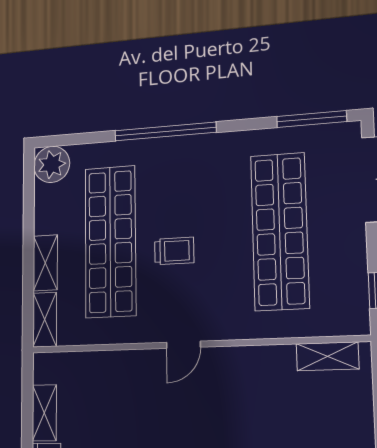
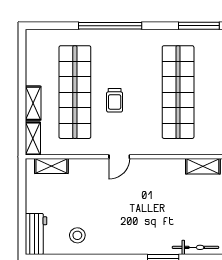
plant: (52, 164) -> (37, 41), removed
trolley: (174, 251) -> (115, 100), turned 90
shelving: (44, 413) -> (51, 166), moved, turned 90

